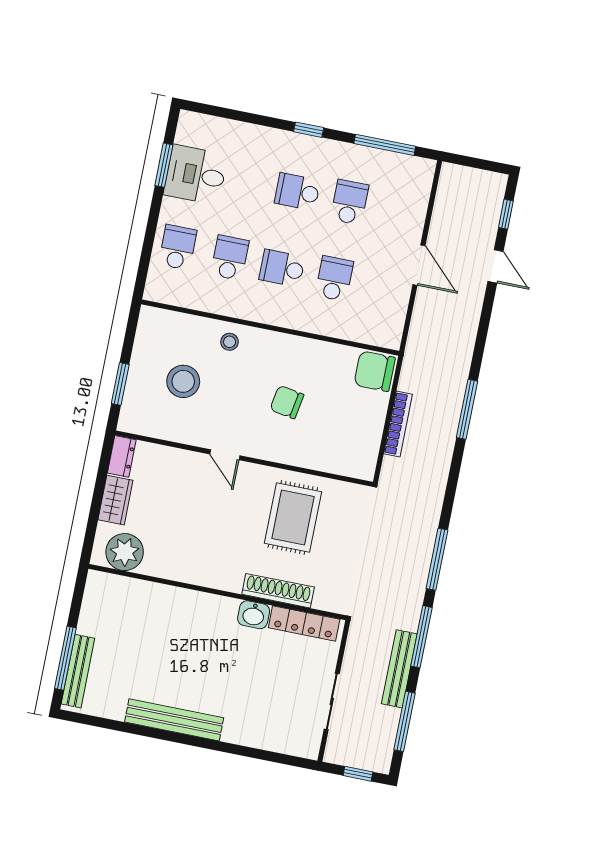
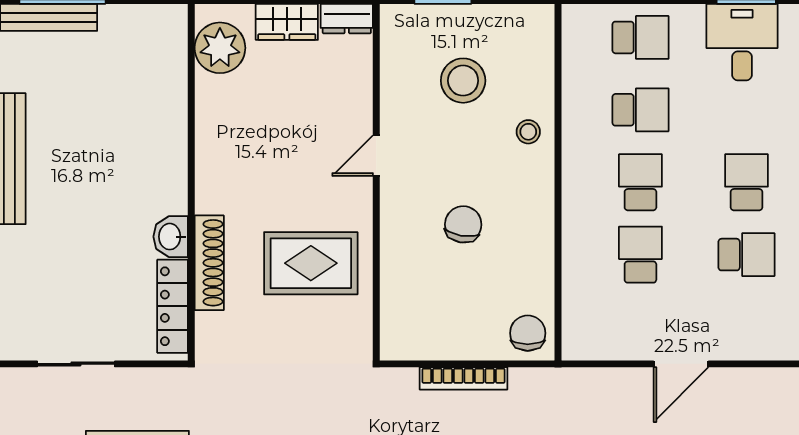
school desk: (334, 279) -> (640, 255), turned -90
chair: (375, 371) -> (528, 333), width x0.73, depth x0.73

